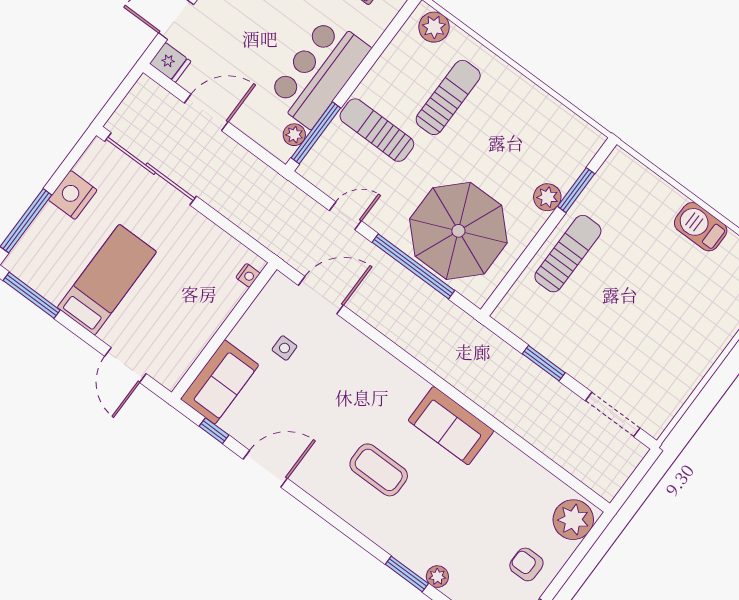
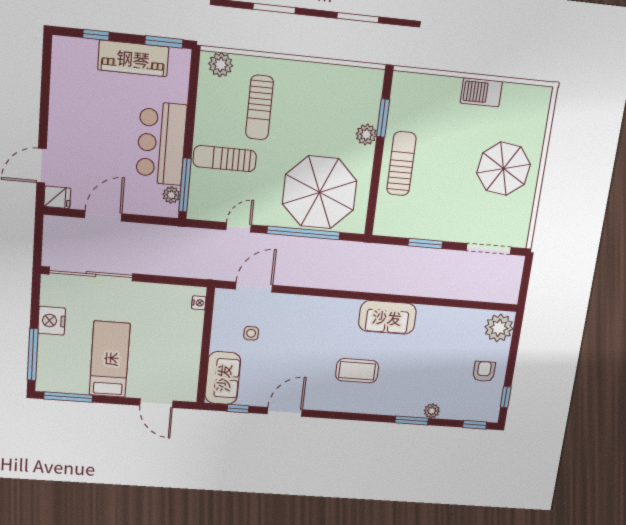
sun lounger: (448, 97) -> (260, 107), turned 180
parasol: (680, 329) -> (504, 169), added
armchair: (526, 564) -> (484, 371), turned 90

